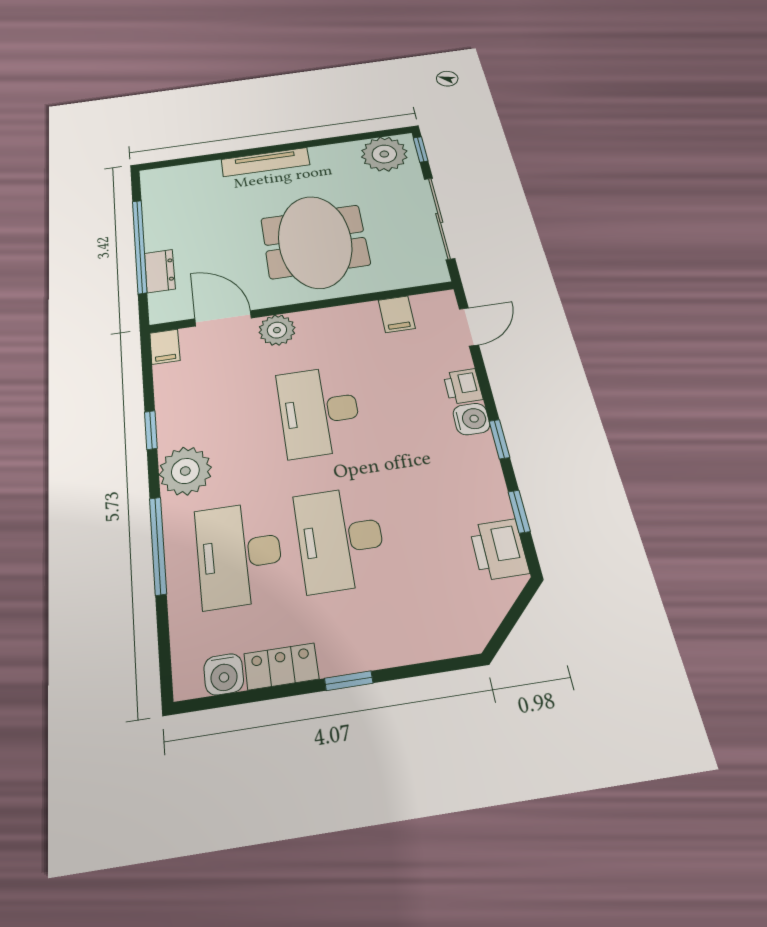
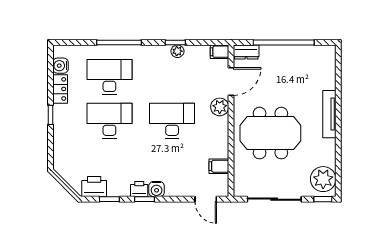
dresser: (160, 271) -> (246, 52), moved
printer: (463, 386) -> (139, 189), moved
plant: (185, 471) -> (177, 51), moved, width x0.53, depth x0.53

